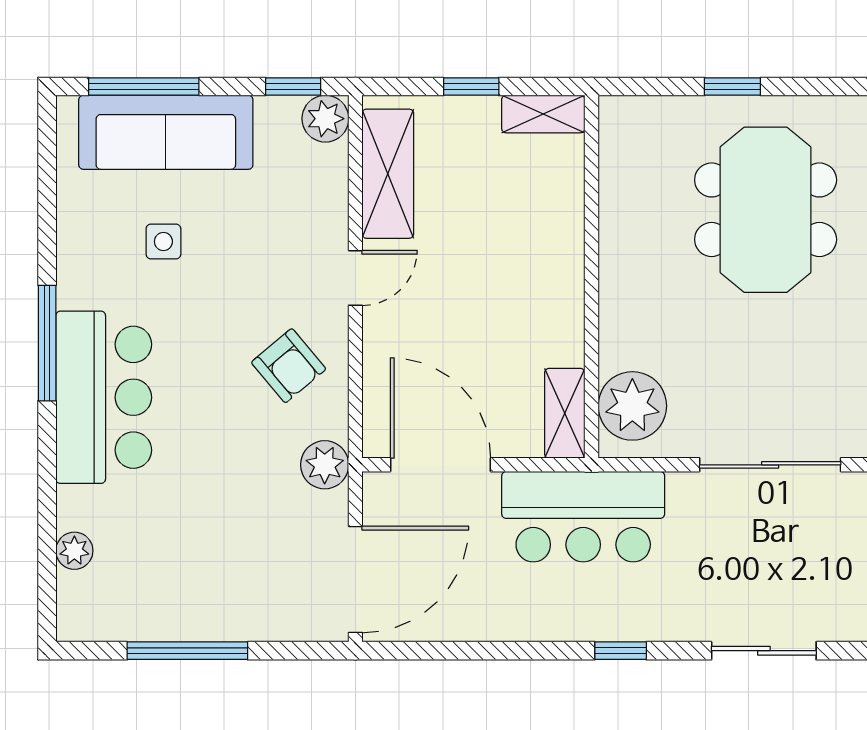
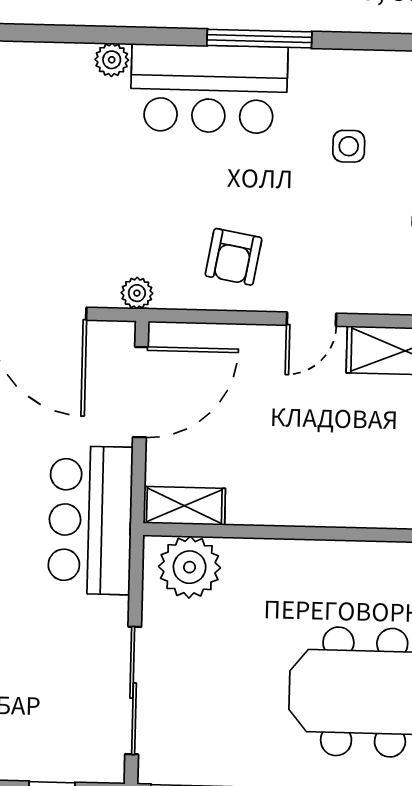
door: (355, 278) -> (312, 319), hinge flipped
armchair: (289, 366) -> (234, 257), turned -40
plant: (325, 465) -> (137, 293), width x0.73, depth x0.73
plant: (74, 551) -> (112, 60), moved

